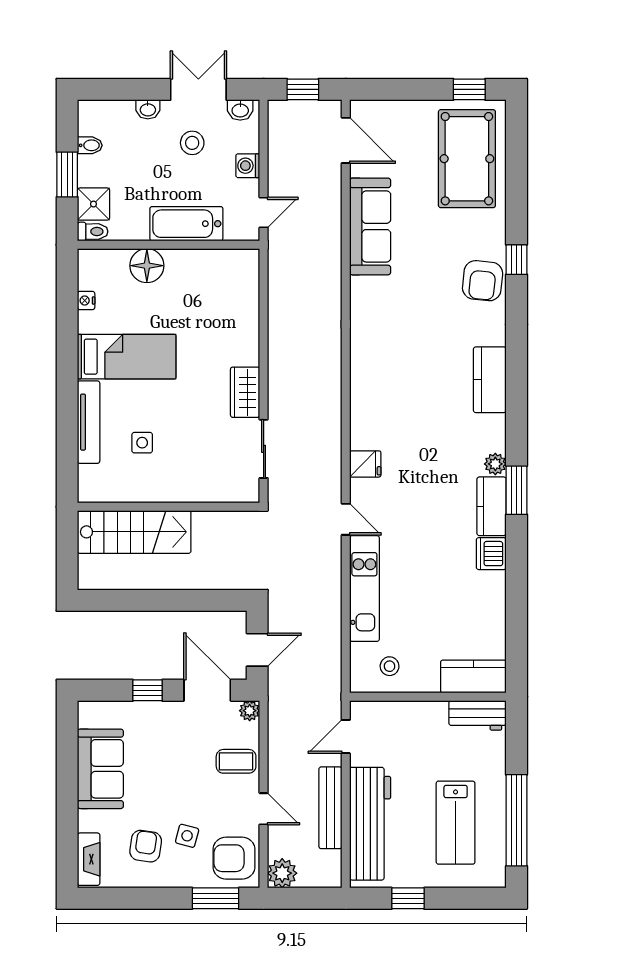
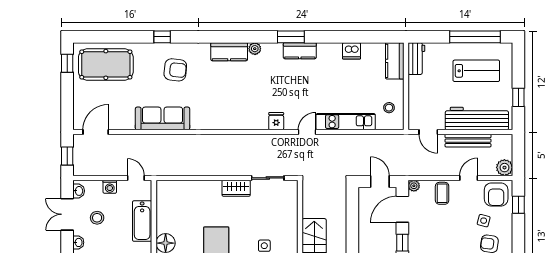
sofa: (370, 226) -> (162, 118), moved
armchair: (483, 281) -> (175, 70), moved
plant: (495, 464) -> (255, 49), moved
dishwasher: (491, 554) -> (352, 51), moved
window: (216, 898) -> (518, 205), width x0.67

